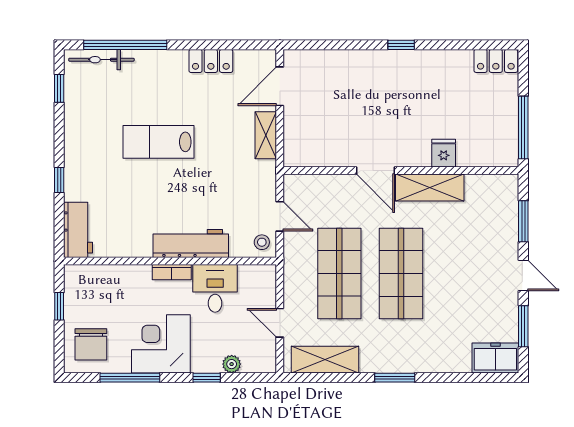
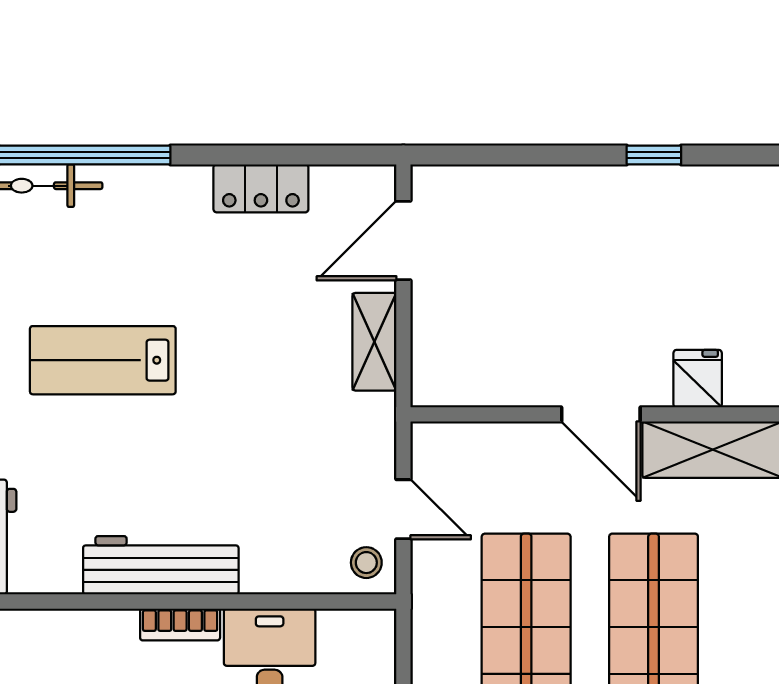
lab bench: (158, 142) -> (103, 360), moved
fridge: (444, 153) -> (698, 379), moved
workbench: (191, 244) -> (161, 565), moved

